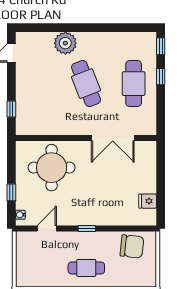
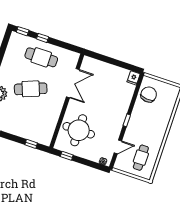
window: (11, 192) -> (67, 156), moved
fridge: (148, 201) -> (134, 78), moved
door: (47, 228) -> (118, 147), swing flipped
cafe table: (86, 268) -> (141, 158), moved

